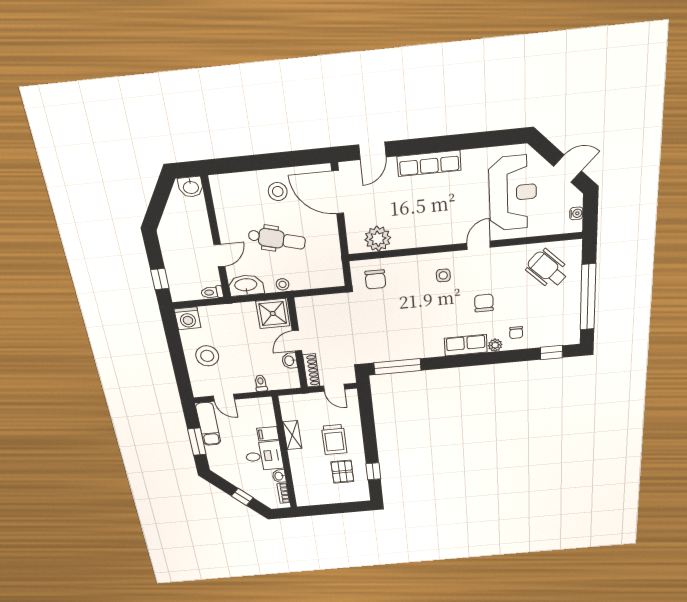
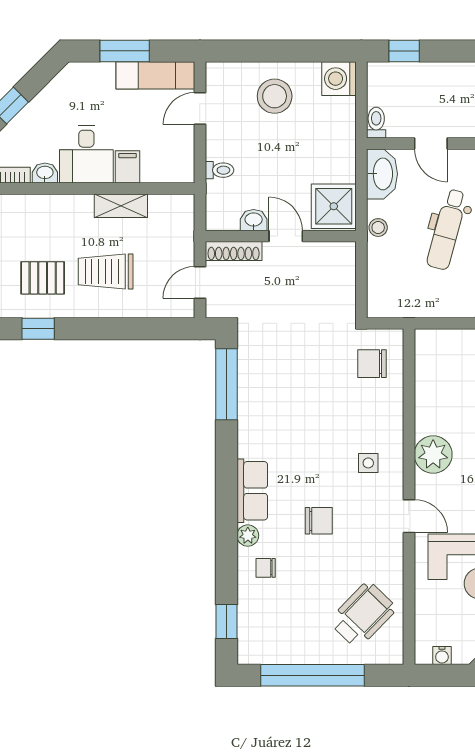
plant: (378, 239) -> (433, 455), moved

